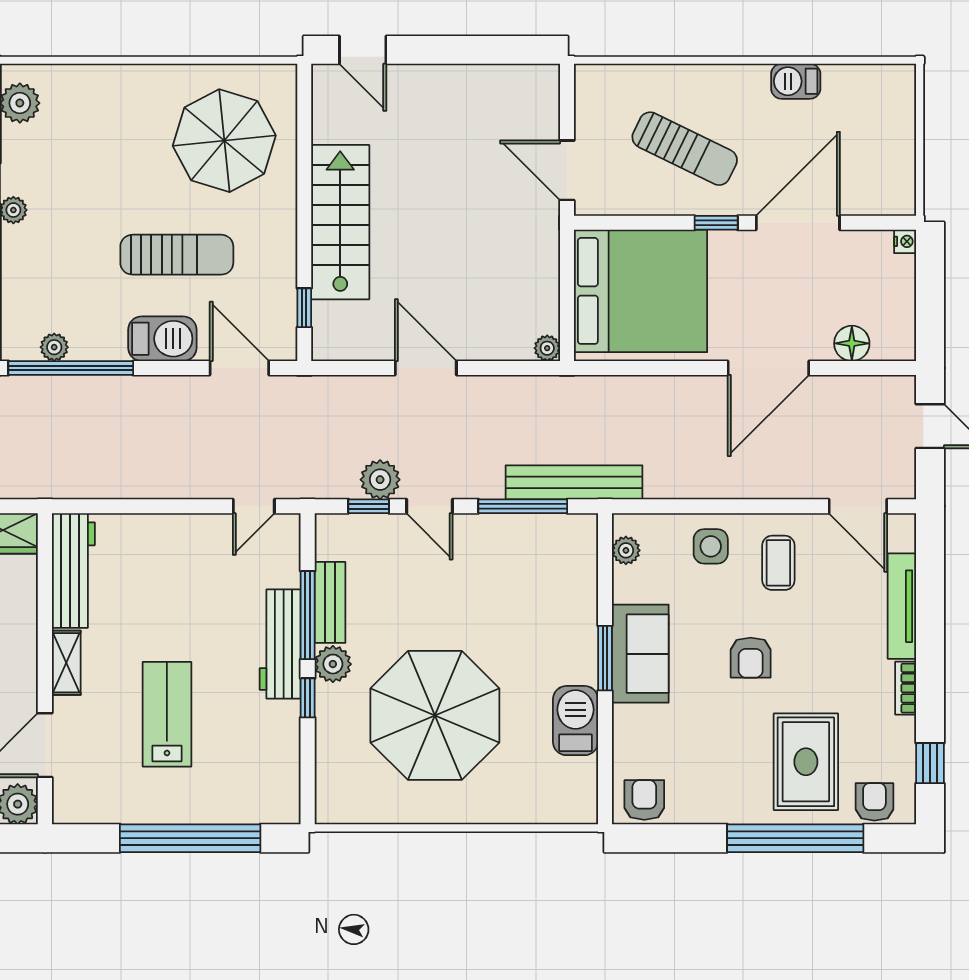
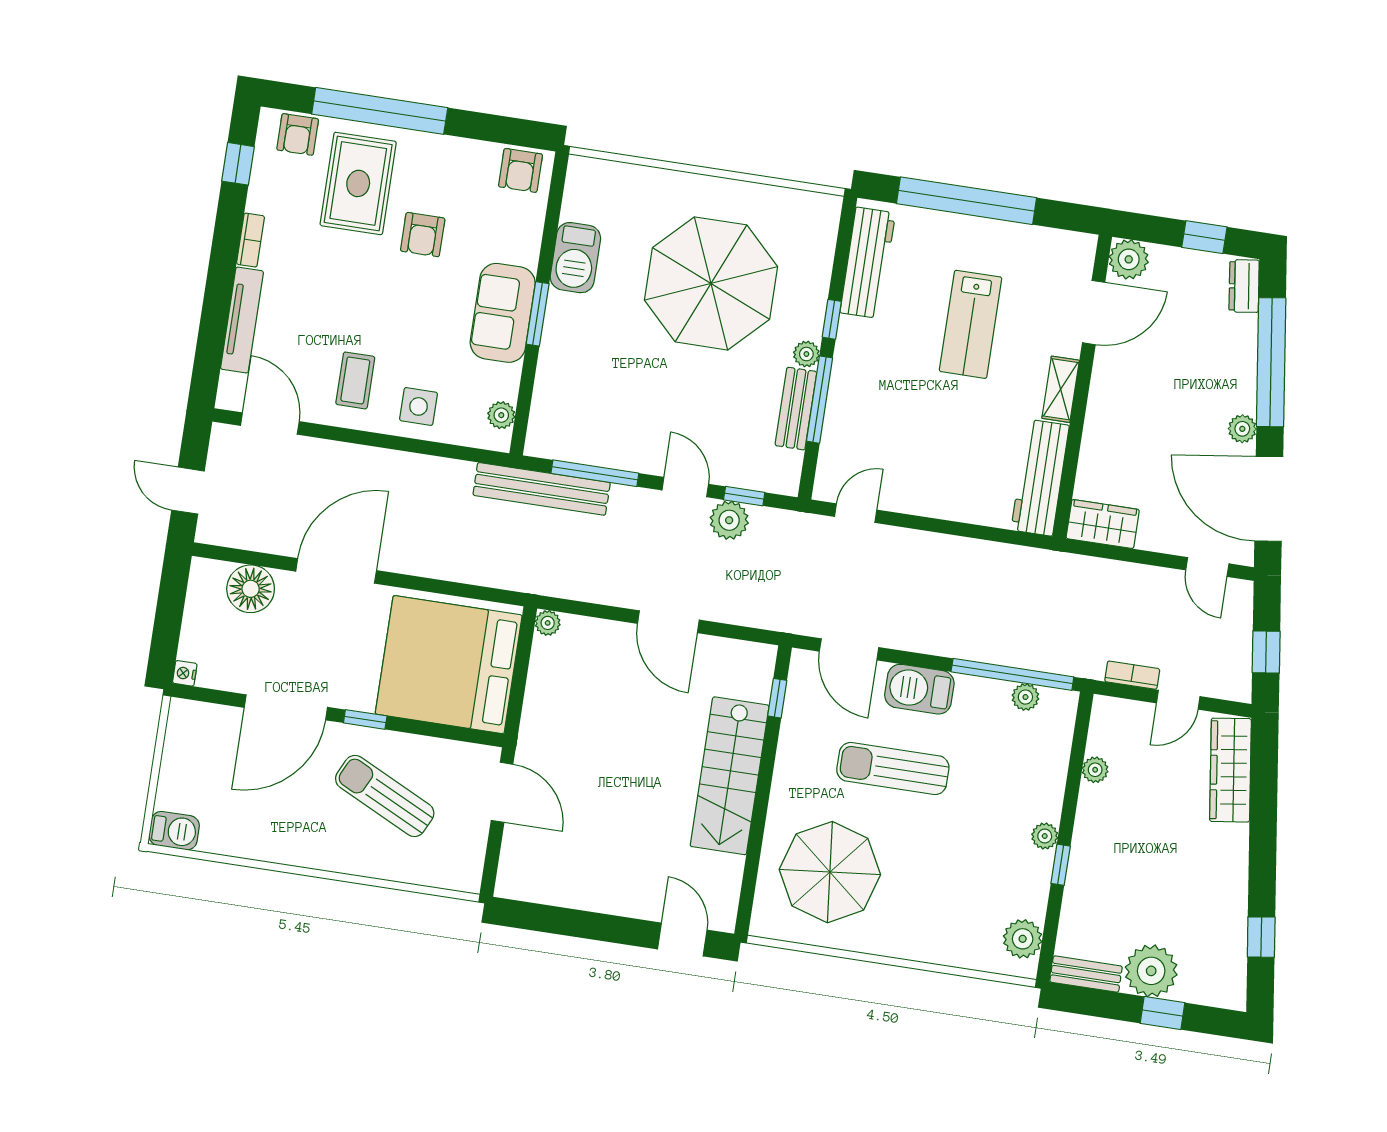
barbecue: (796, 81) -> (174, 831), moved
floor lamp: (852, 343) -> (251, 589), width x1.38, depth x1.38
workbench: (280, 644) -> (868, 263), moved
armchair: (751, 658) -> (423, 235), moved, turned 180
plant: (333, 664) -> (806, 354), width x0.73, depth x0.73

